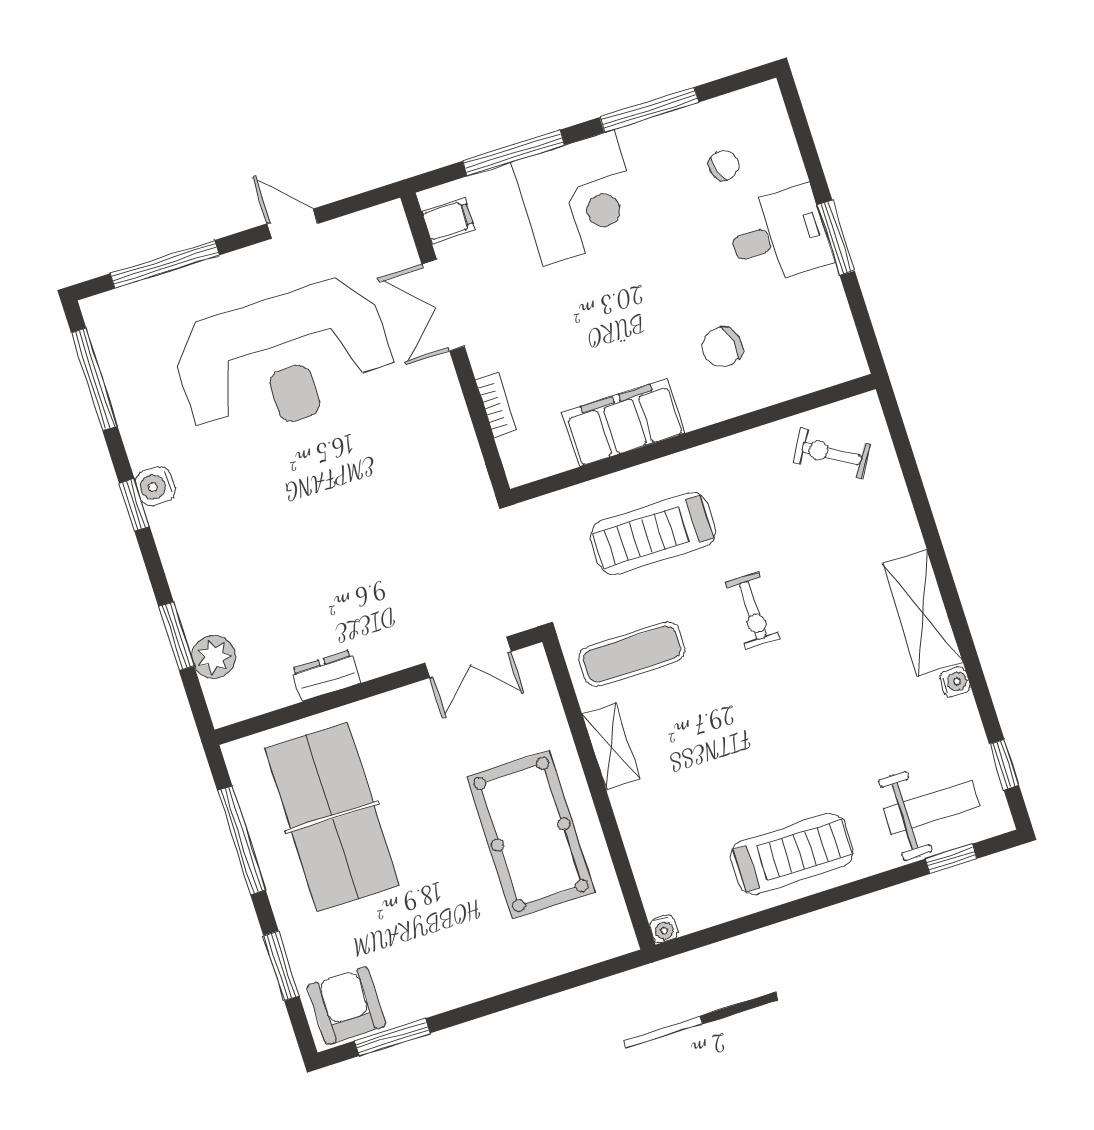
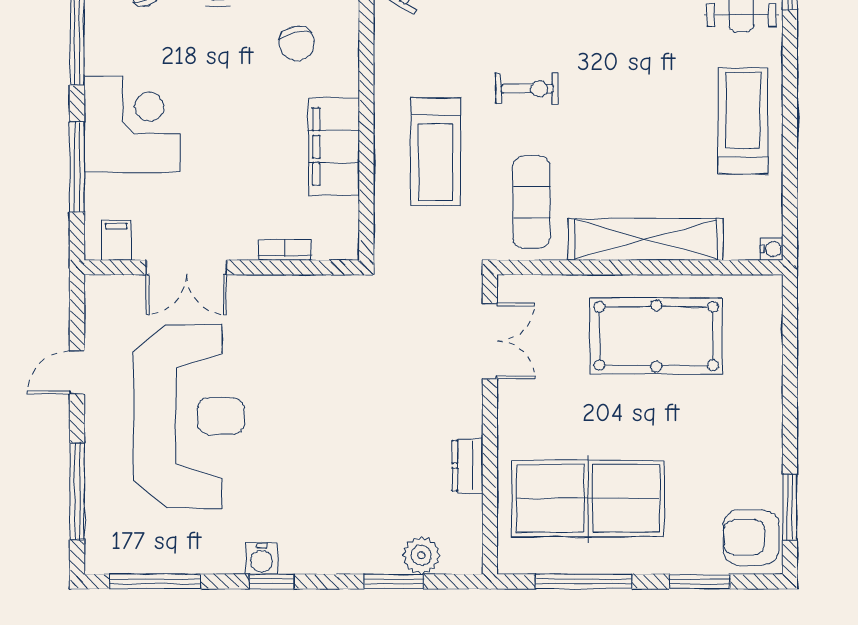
shelving: (611, 746) -> (646, 239), width x2.20, depth x1.33

